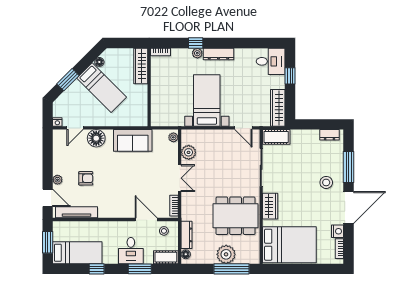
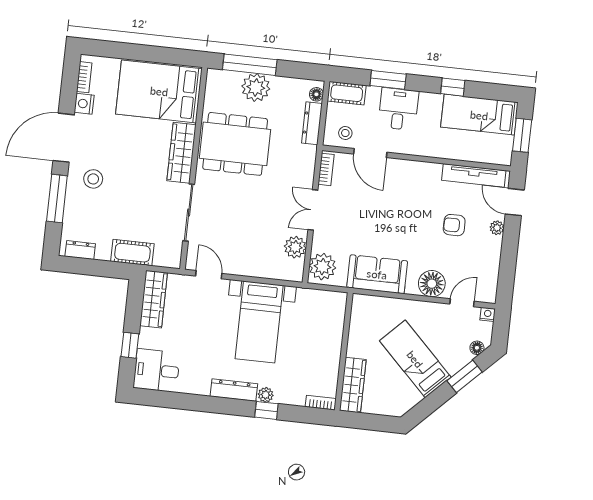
floor lamp: (99, 62) -> (477, 348), moved
plant: (173, 137) -> (323, 267), width x1.88, depth x1.88
cot: (276, 137) -> (132, 253), moved
wardrobe: (270, 206) -> (181, 153), width x1.50

